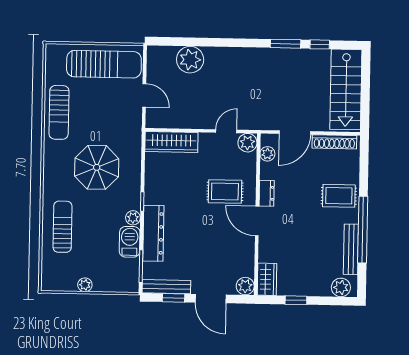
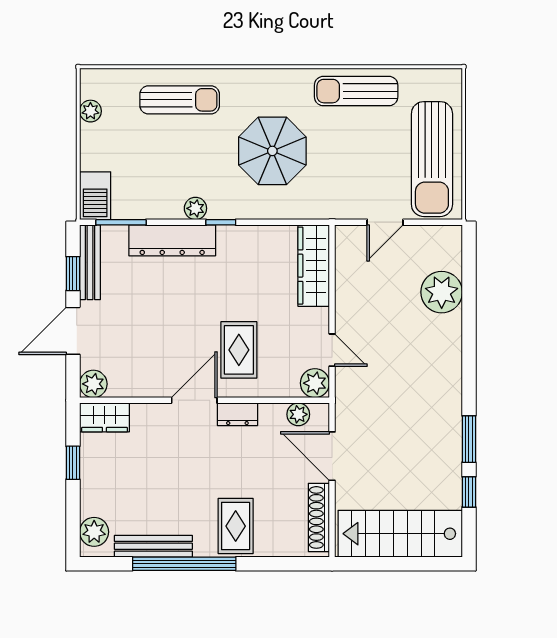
barbecue: (130, 242) -> (95, 196), moved, turned 90
plant: (85, 285) -> (90, 111), moved

